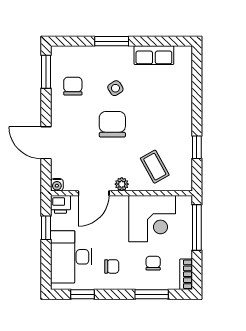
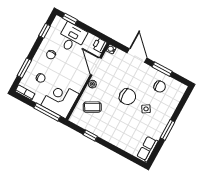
window: (112, 41) -> (168, 130), moved
row of seats: (154, 55) -> (147, 149), moved
window: (46, 72) -> (162, 69), moved
door: (46, 143) -> (137, 55), hinge flipped
corner desk: (152, 219) -> (60, 100), moved, turned 90
window: (46, 228) -> (70, 19), moved
desk: (71, 257) -> (72, 38), width x0.73

